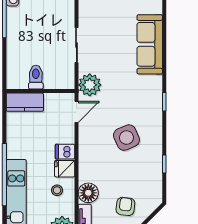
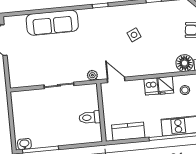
plant: (90, 85) -> (92, 75), width x0.53, depth x0.53
kitchen counter: (25, 102) -> (128, 131), moved, turned -90
side table: (126, 138) -> (134, 35), width x0.54, depth x0.54

